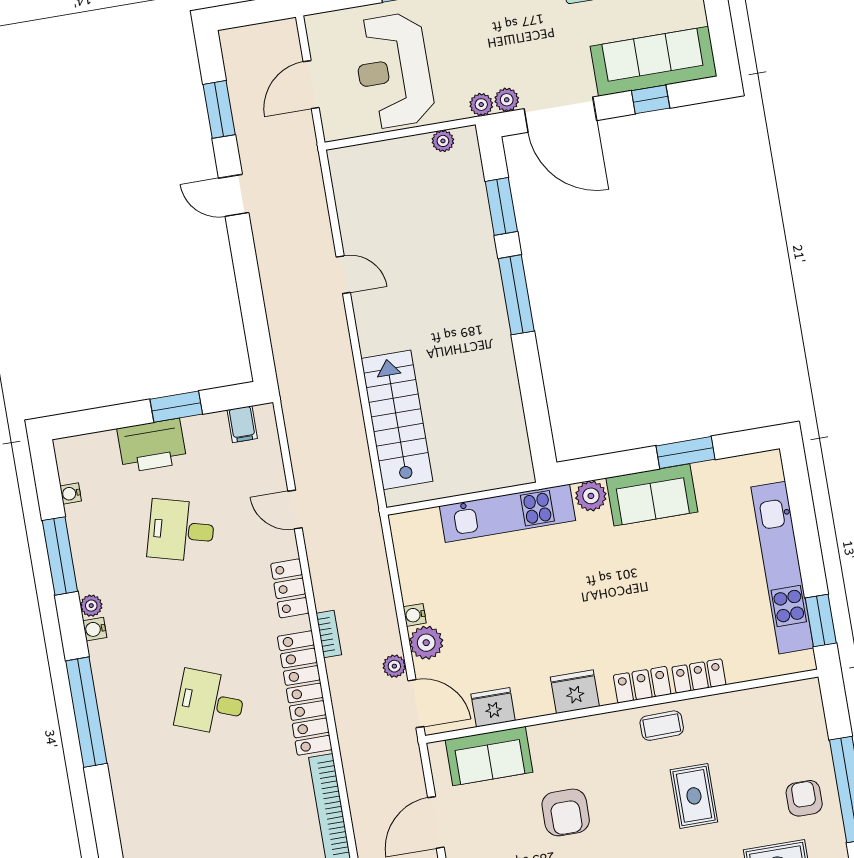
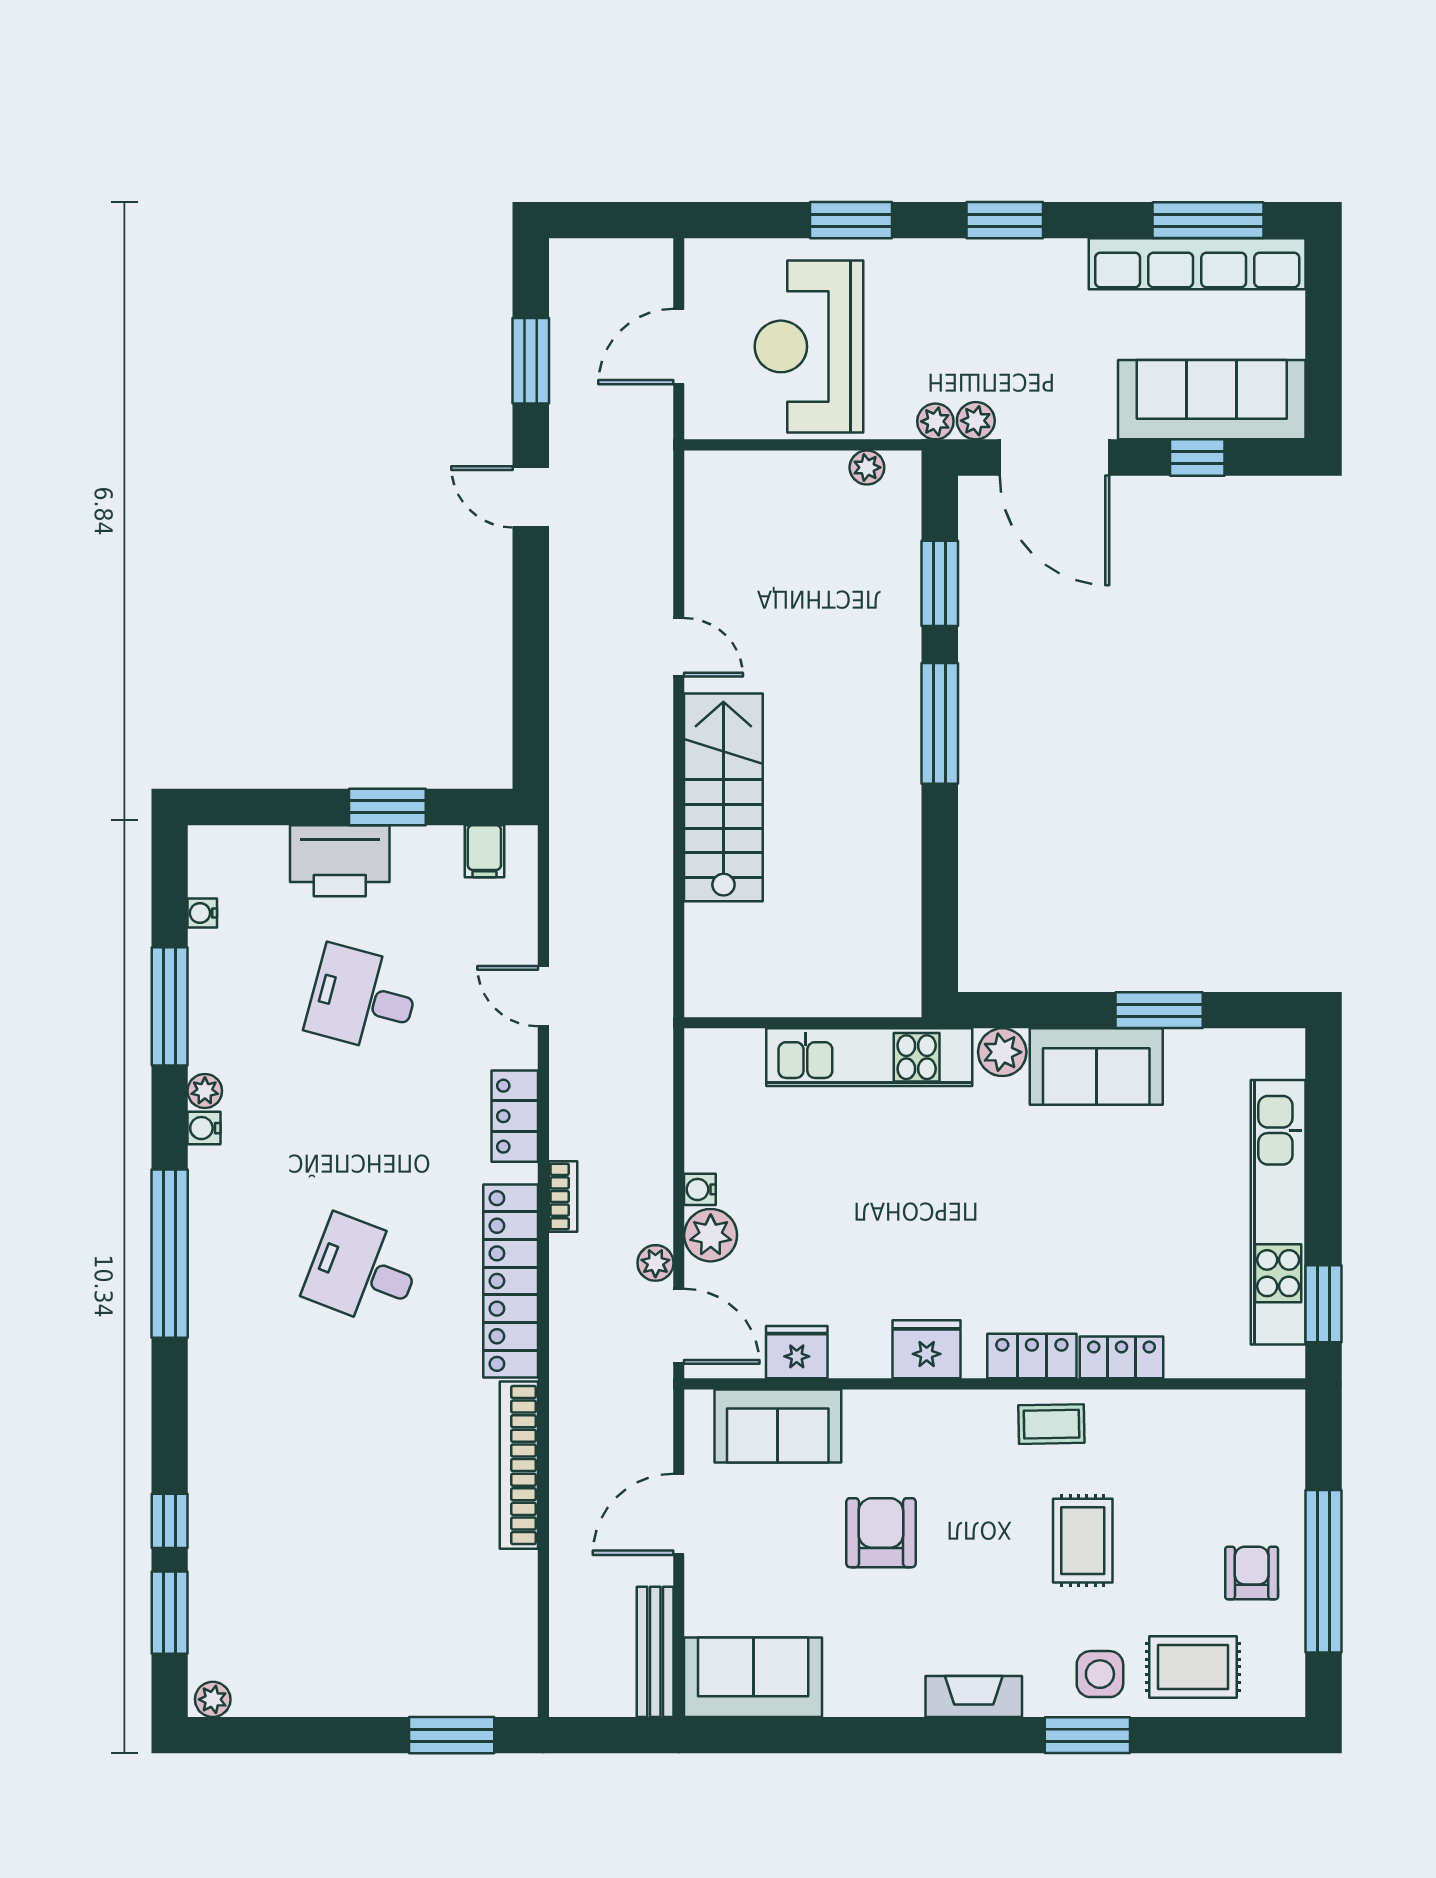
stairs: (397, 420) -> (723, 797), moved
armchair: (566, 812) -> (881, 1533), turned 180

